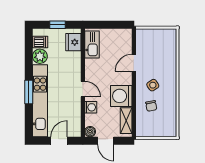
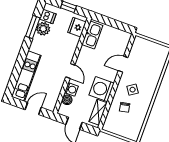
window: (29, 92) -> (33, 27), moved
kitchen unit: (40, 101) -> (26, 76), width x0.73
boiler: (90, 132) -> (67, 100), moved

